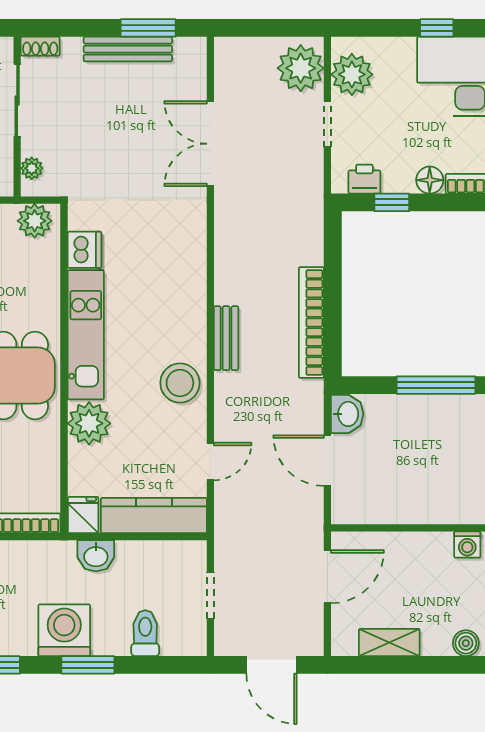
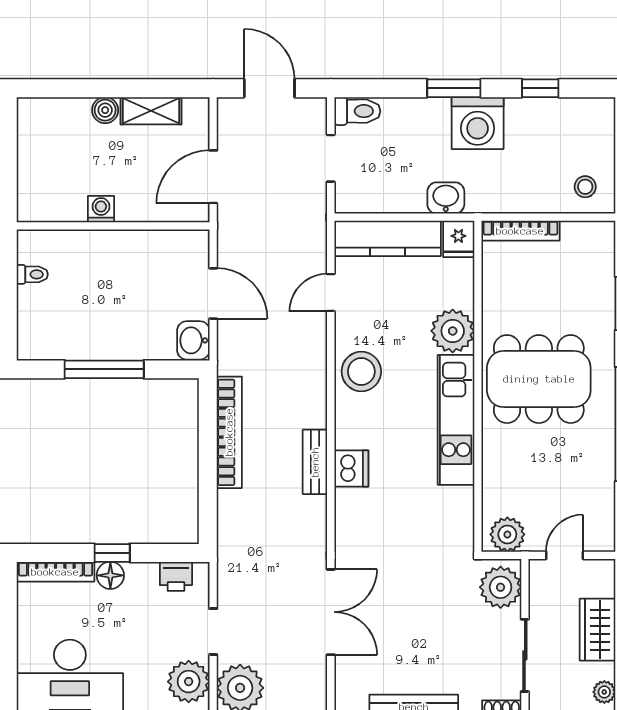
plant: (32, 168) -> (501, 587), width x1.88, depth x1.88
window: (392, 202) -> (112, 553), moved
dishwasher: (84, 250) -> (351, 469), moved, turned 180
bench: (226, 338) -> (315, 462), moved
washing machine: (467, 545) -> (101, 209), moved
toilet: (145, 633) -> (357, 111), moved, turned -90
boiler: (466, 643) -> (105, 110), moved

